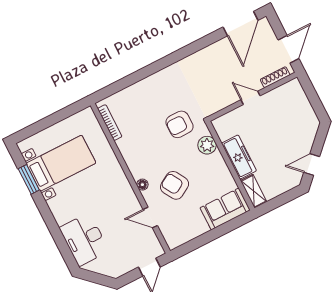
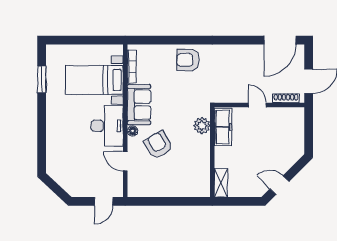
armchair: (179, 124) -> (188, 60), moved
freezer: (239, 157) -> (223, 127), moved
bed with nightstands: (61, 163) -> (94, 80), moved, turned 180
sofa: (225, 209) -> (139, 105), moved, turned 90
desk: (84, 239) -> (107, 126), moved, turned 180

